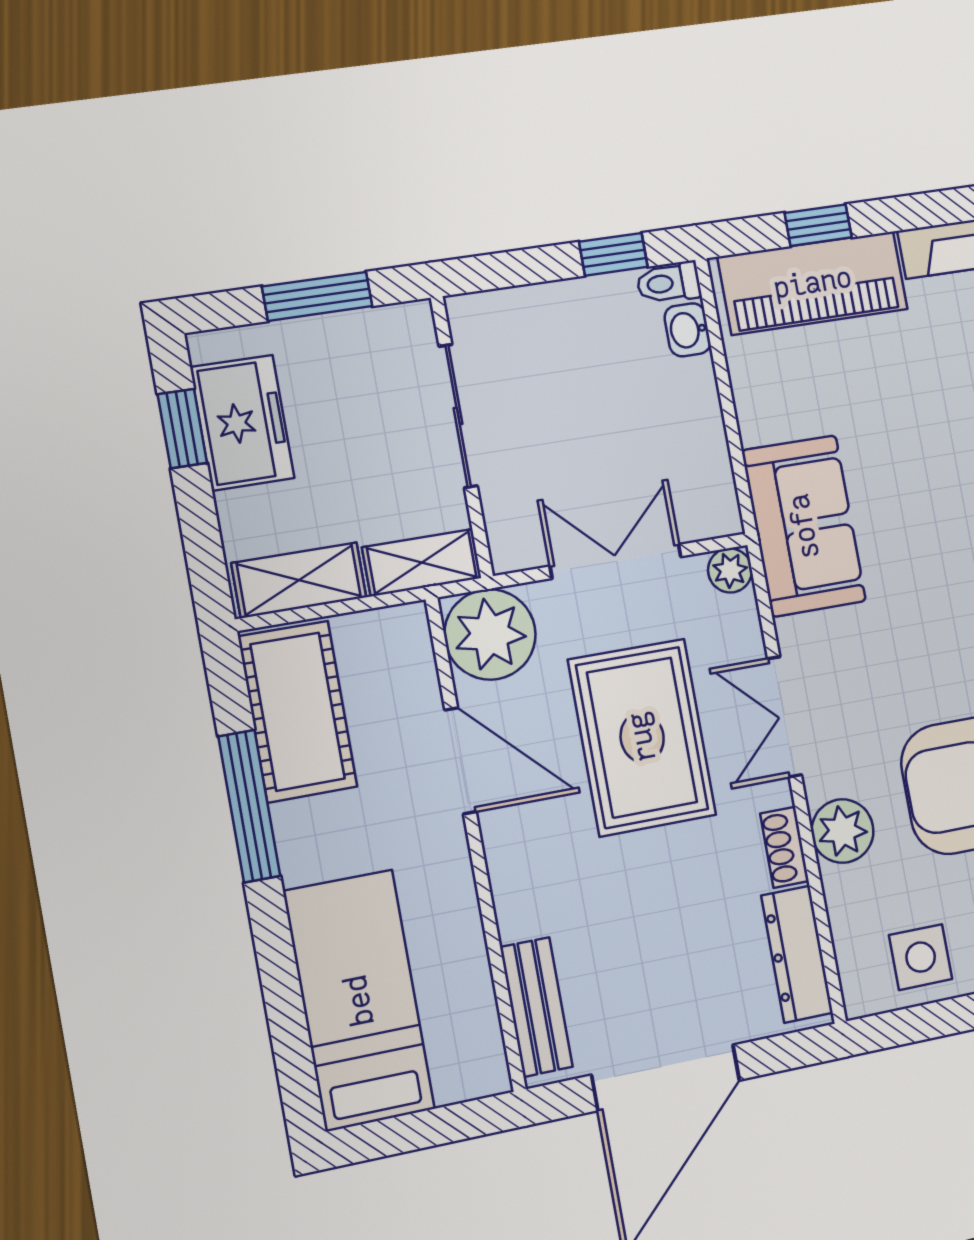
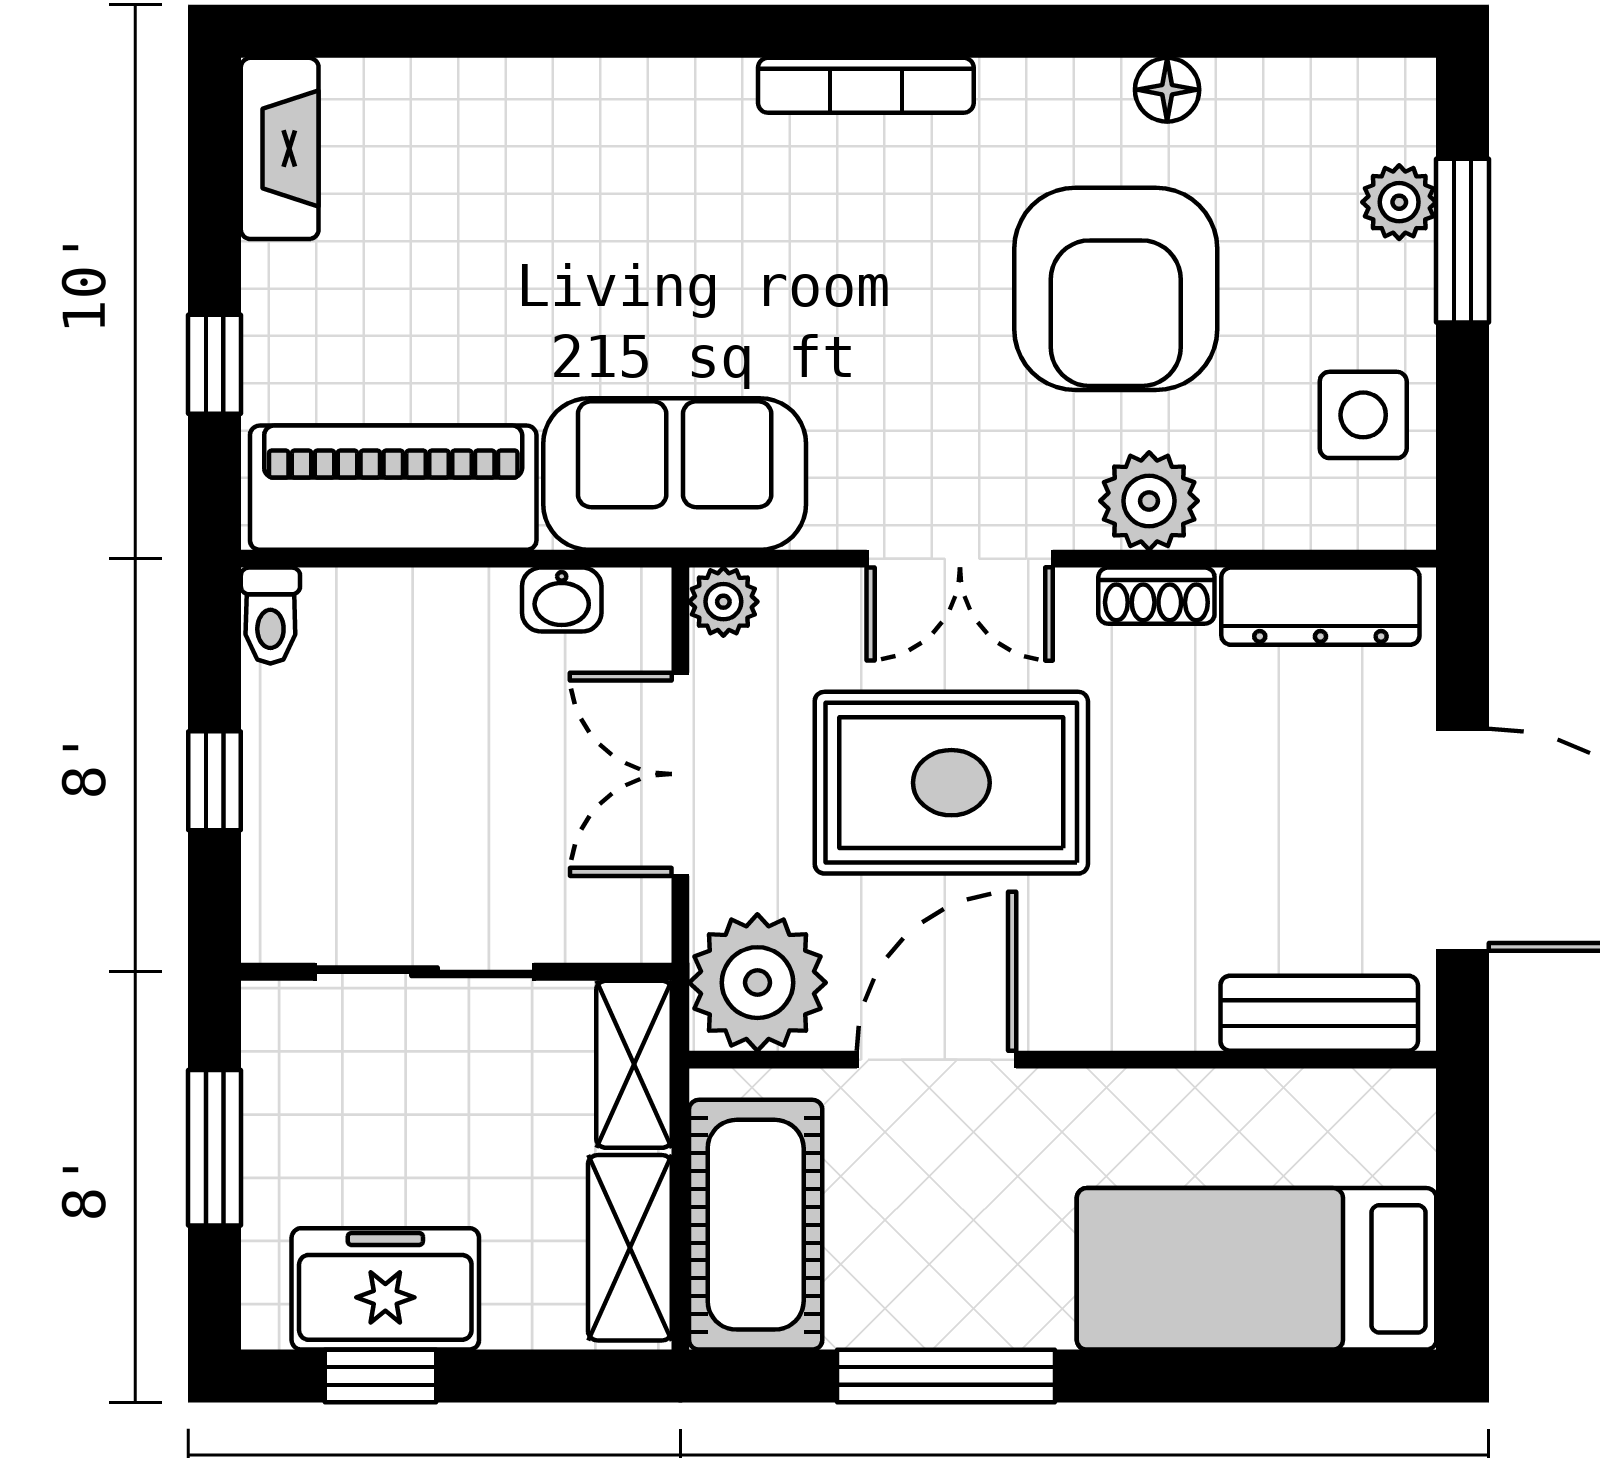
window: (613, 254) -> (215, 781), moved
piano: (813, 283) -> (393, 488), moved, turned -90
washbasin: (688, 330) -> (562, 600), moved
cot: (298, 712) -> (756, 1225), moved, turned 90

